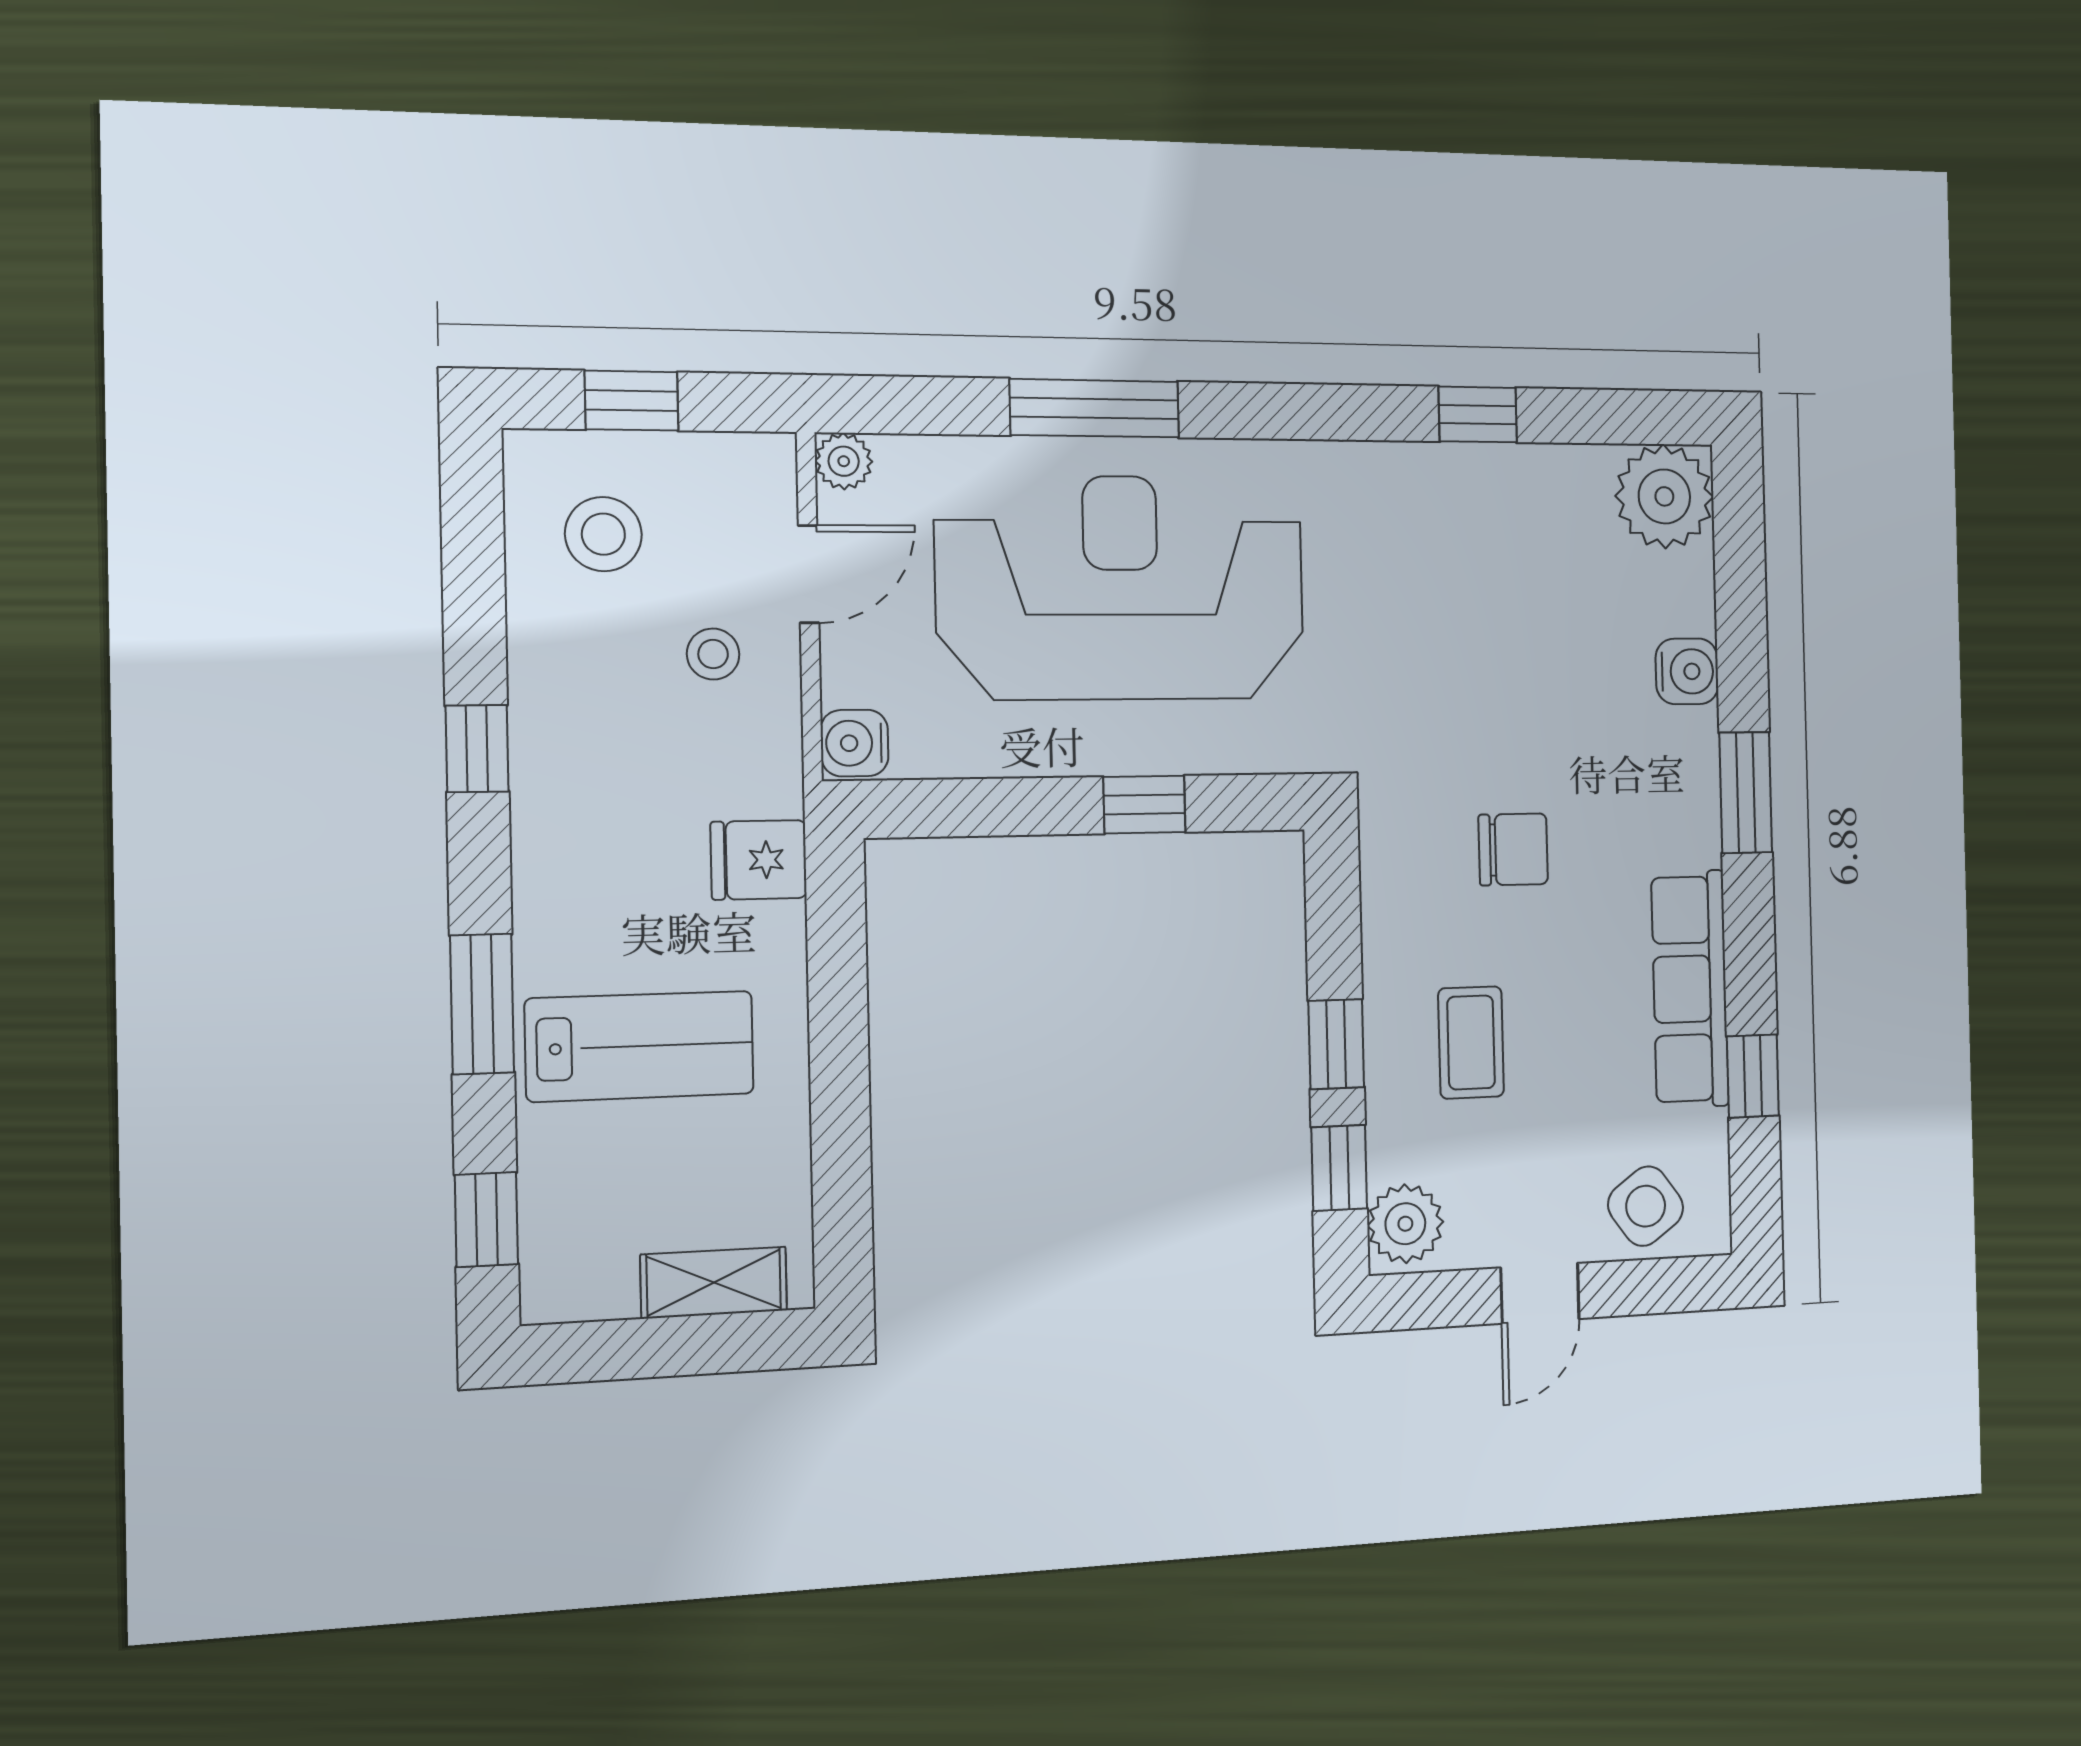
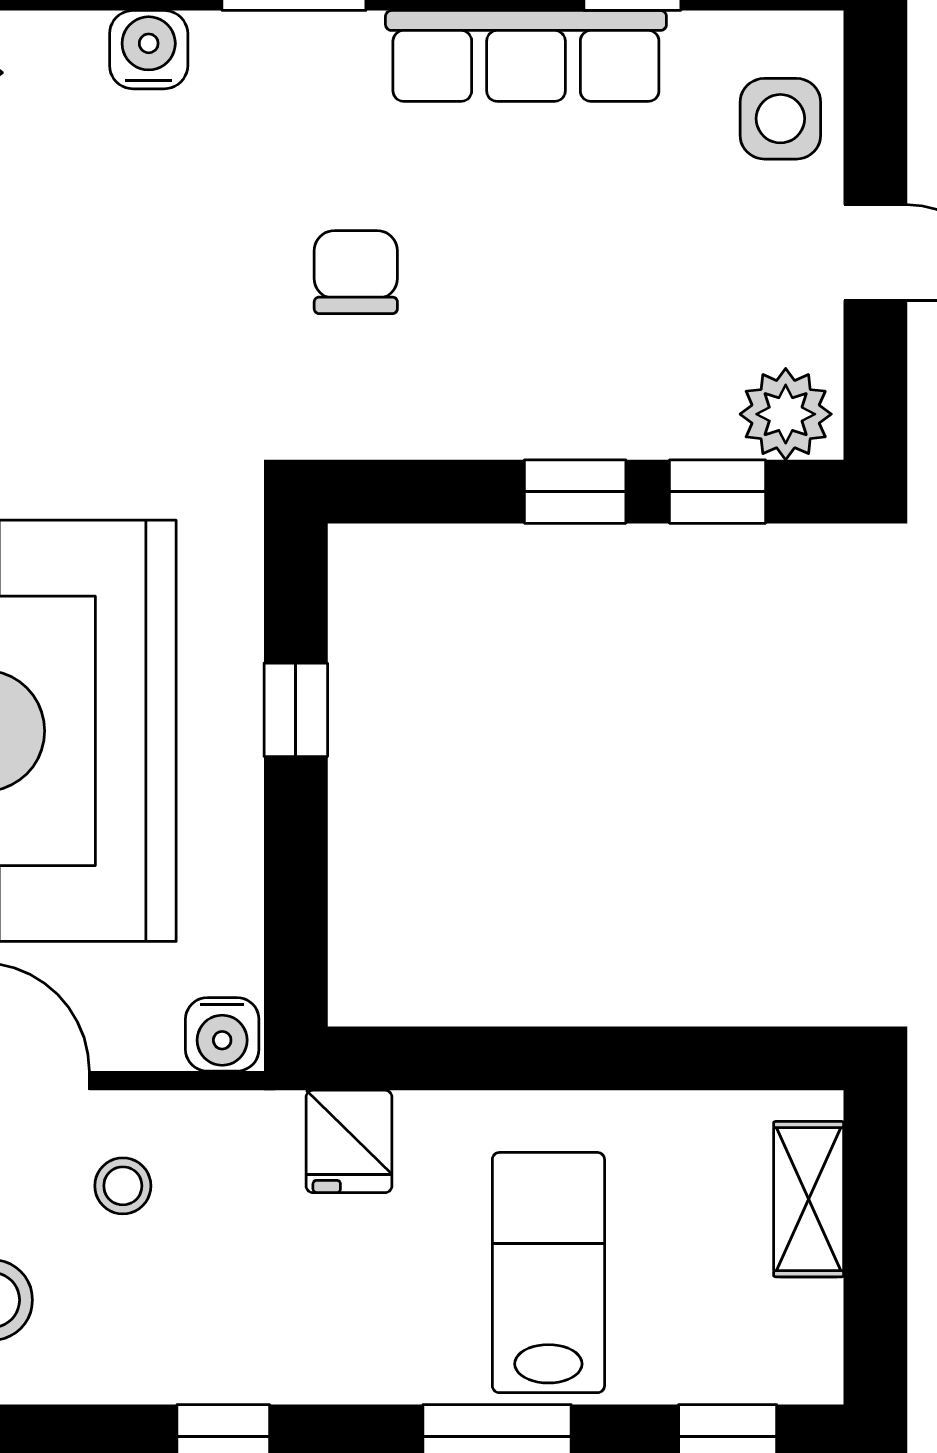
coffee table: (1471, 1042) -> (579, 329), removed
side table: (1646, 1206) -> (780, 119), turned 36

